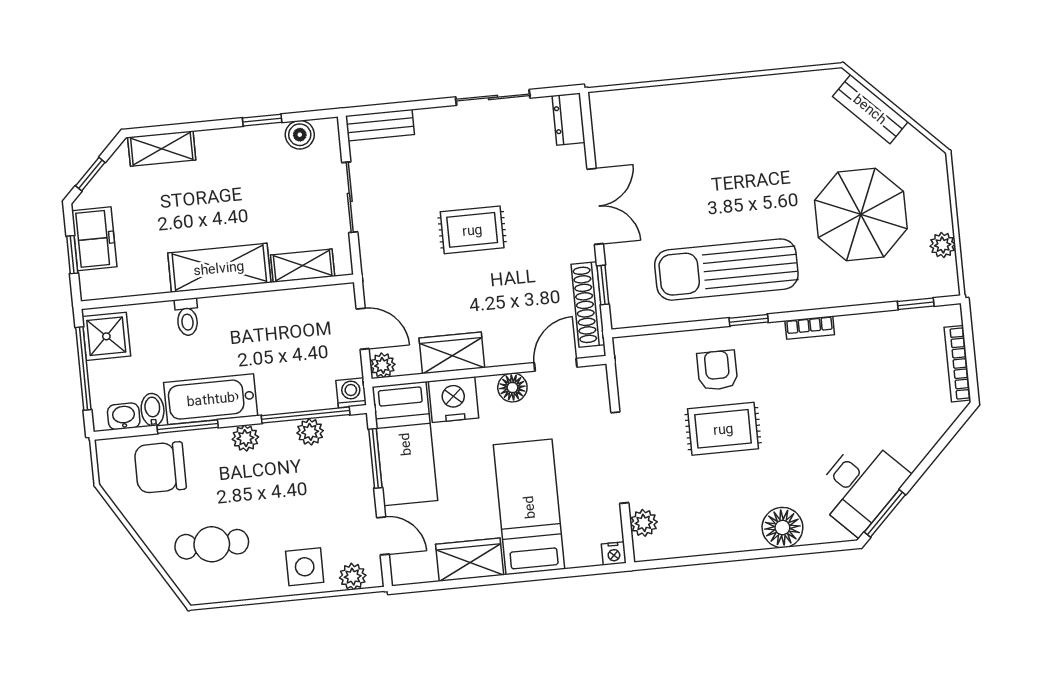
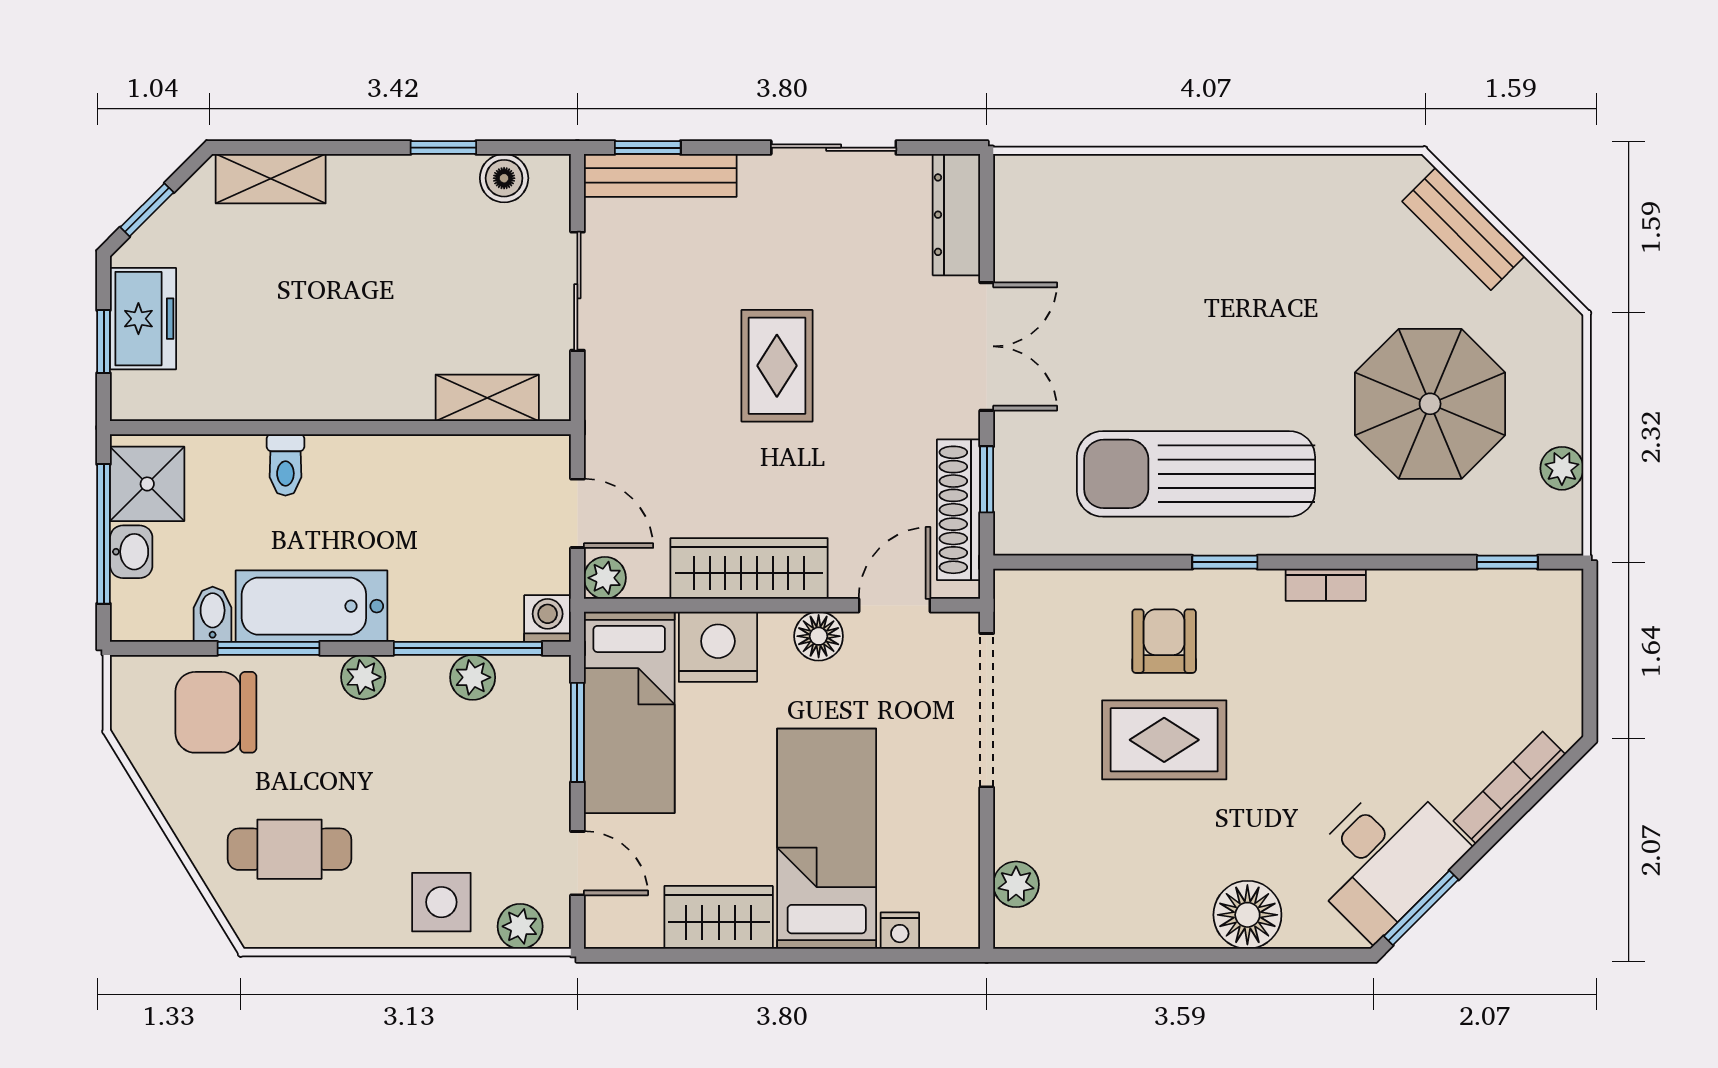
window: (383, 108) -> (648, 148), added
dresser: (569, 119) -> (956, 215), width x1.44
bench: (380, 125) -> (660, 175), width x1.36
rug: (472, 230) -> (777, 366), turned 90
shelving: (219, 268) -> (348, 388), removed
wardrobe: (452, 353) -> (749, 568), width x1.50
bookcase: (957, 364) -> (1509, 788), moved, turned 45
washbasin: (124, 416) -> (131, 552), moved, turned 90
doorway: (620, 458) -> (987, 710), moved
nightstand: (614, 553) -> (900, 931), moved

